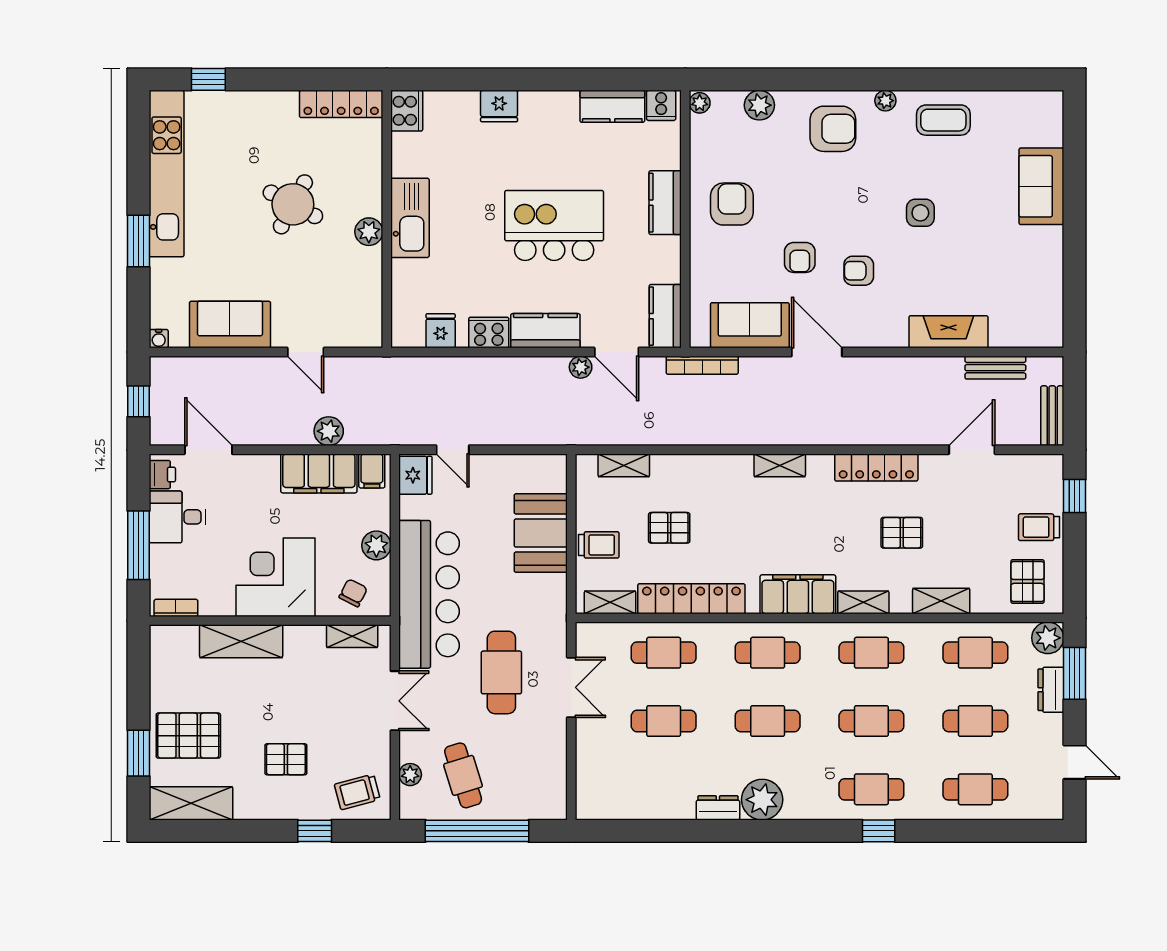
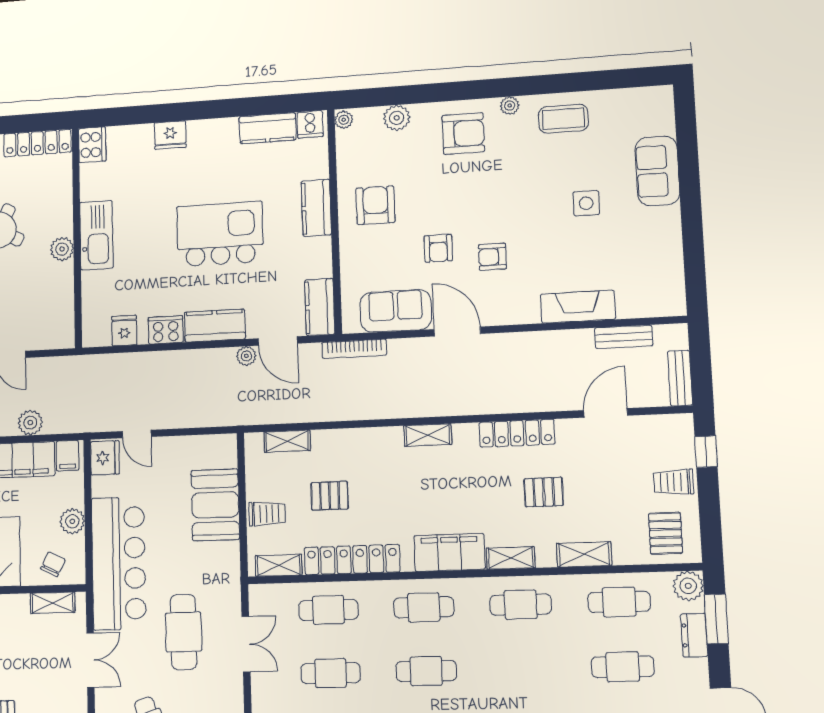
side table: (920, 213) -> (586, 203), moved
cafe table: (871, 721) -> (524, 669), removed

